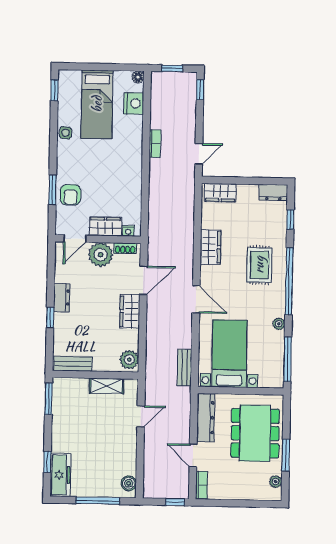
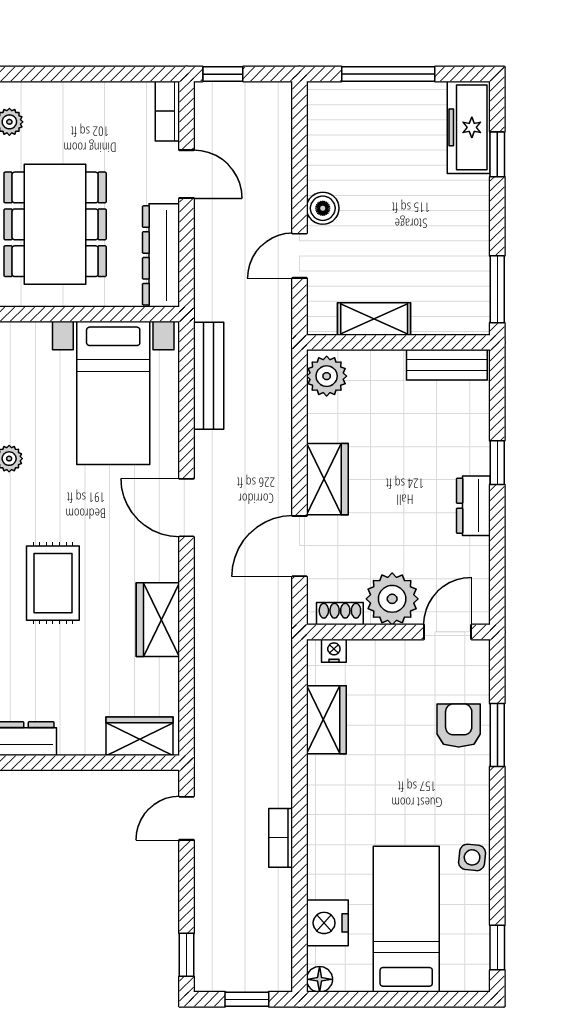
wardrobe: (105, 227) -> (326, 720), moved, turned -90
bench: (184, 368) -> (209, 376), width x1.36
boiler: (129, 483) -> (323, 208), moved

